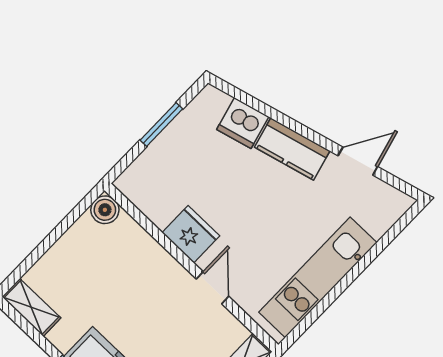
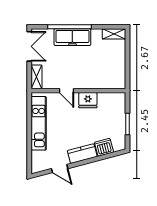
door: (358, 161) -> (60, 169), hinge flipped
boiler: (105, 210) -> (120, 83), removed

